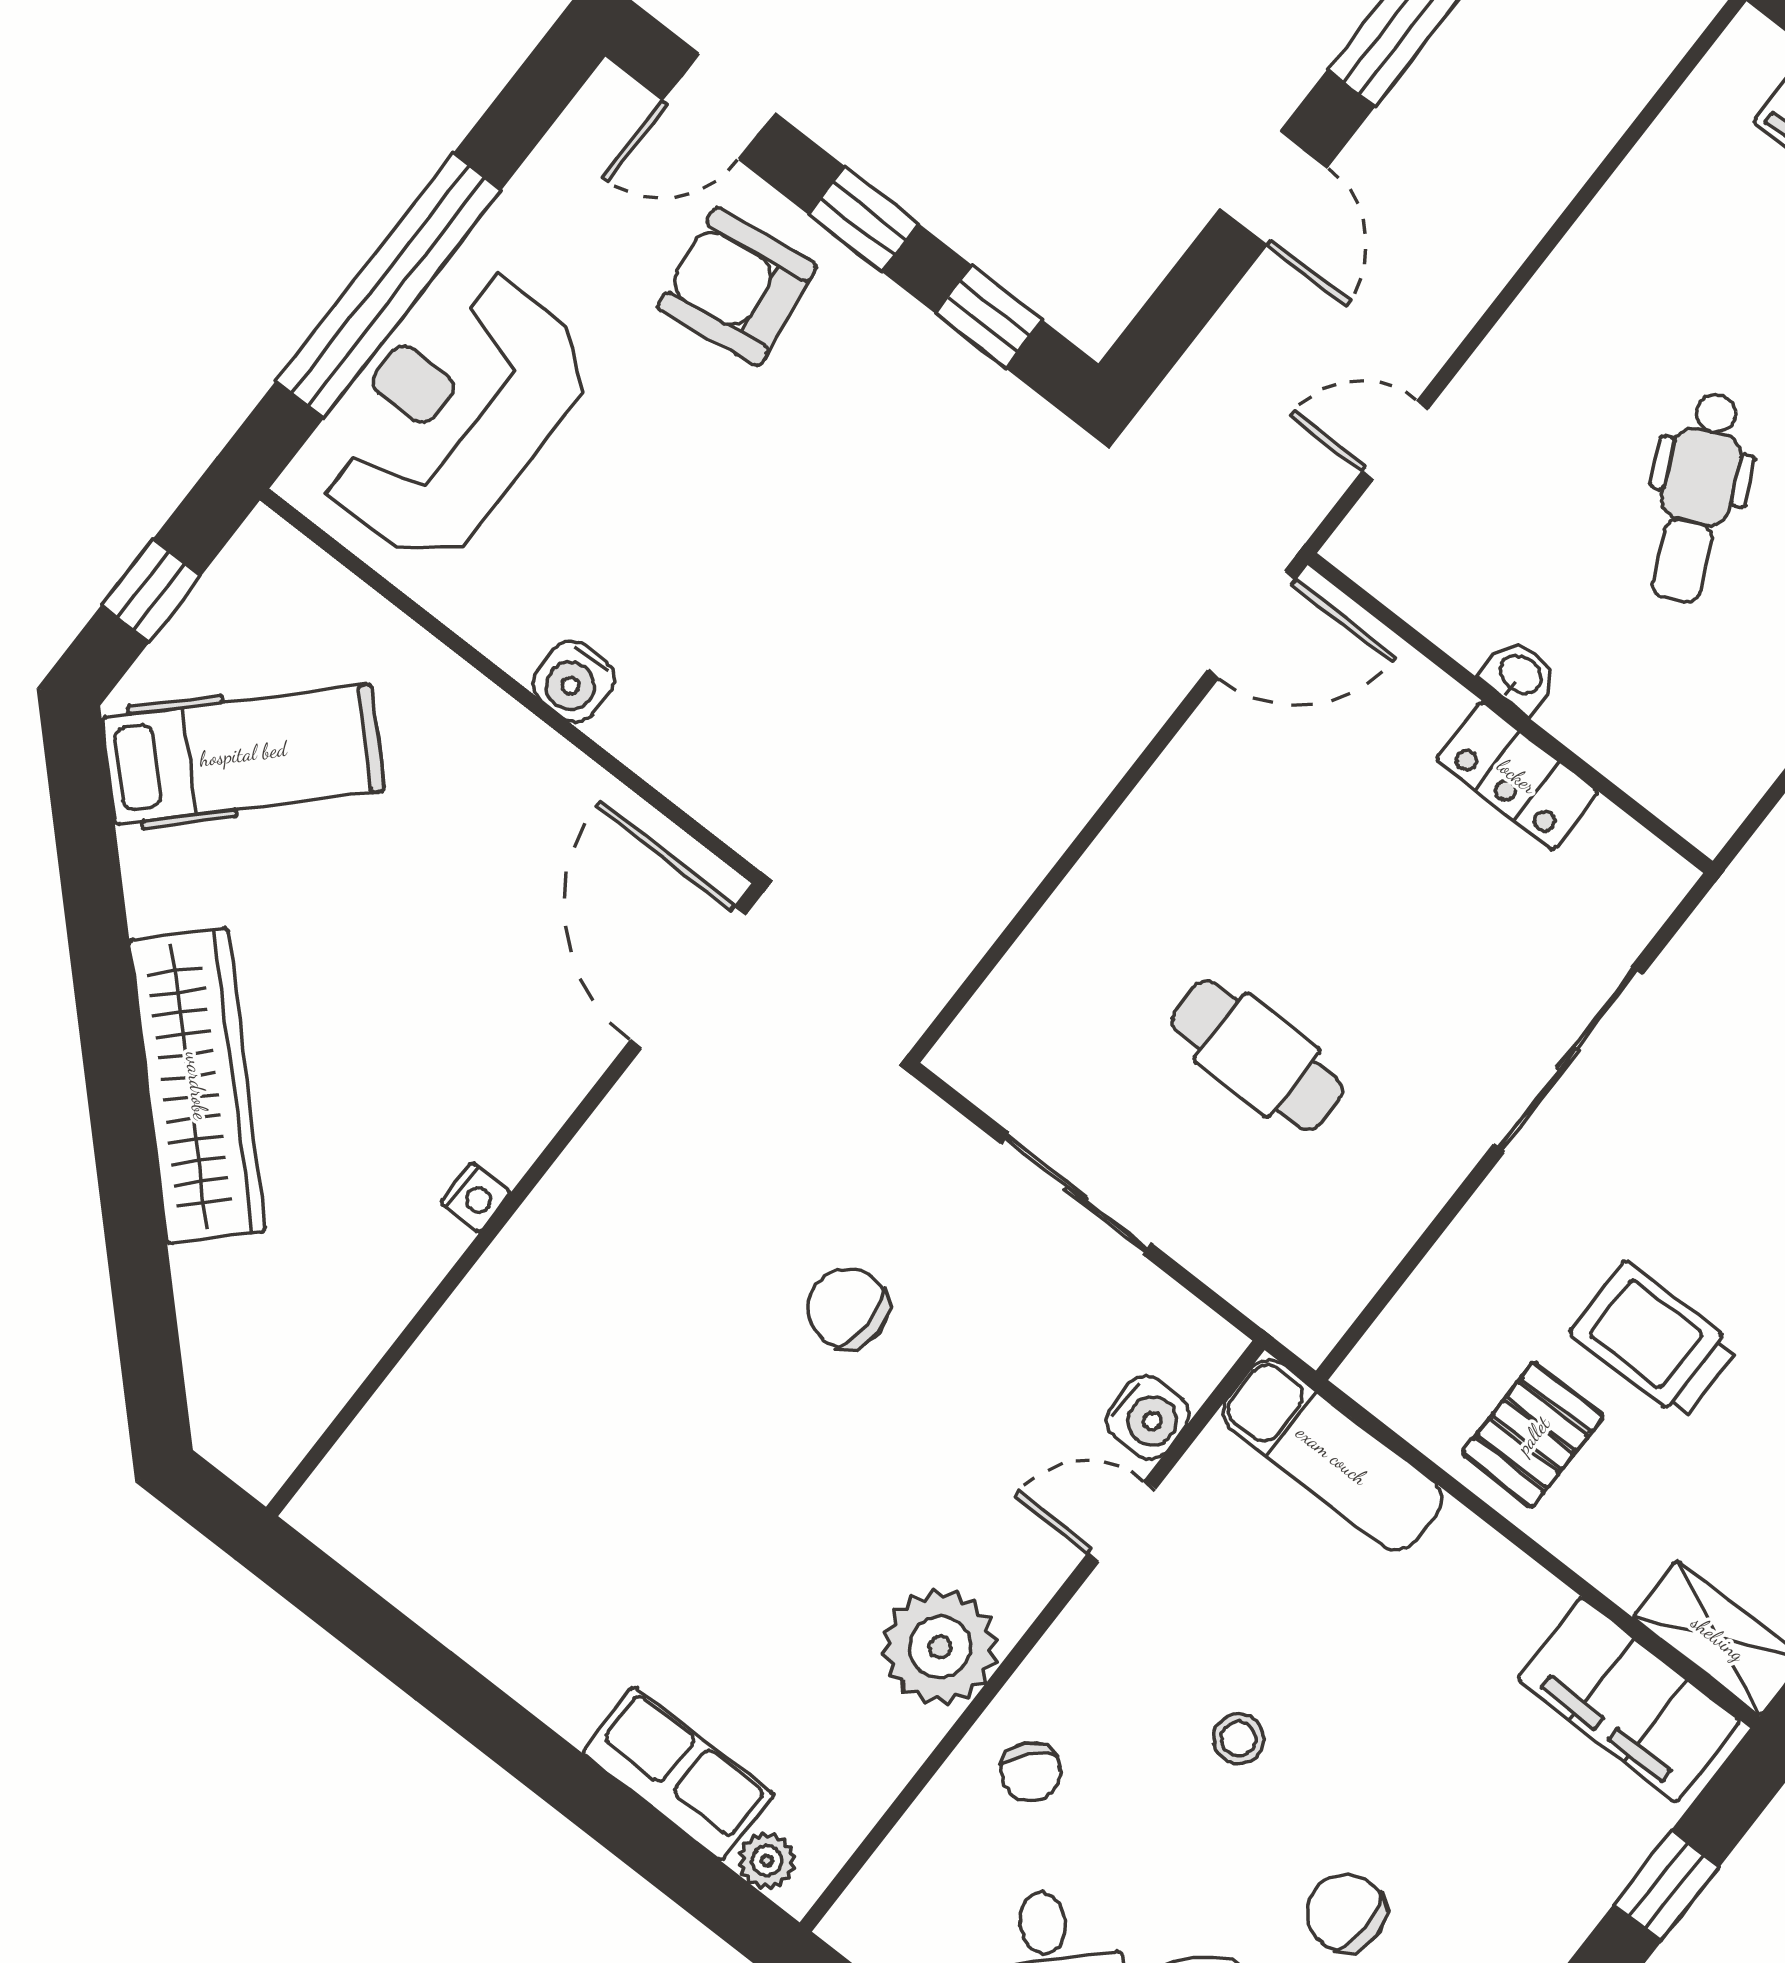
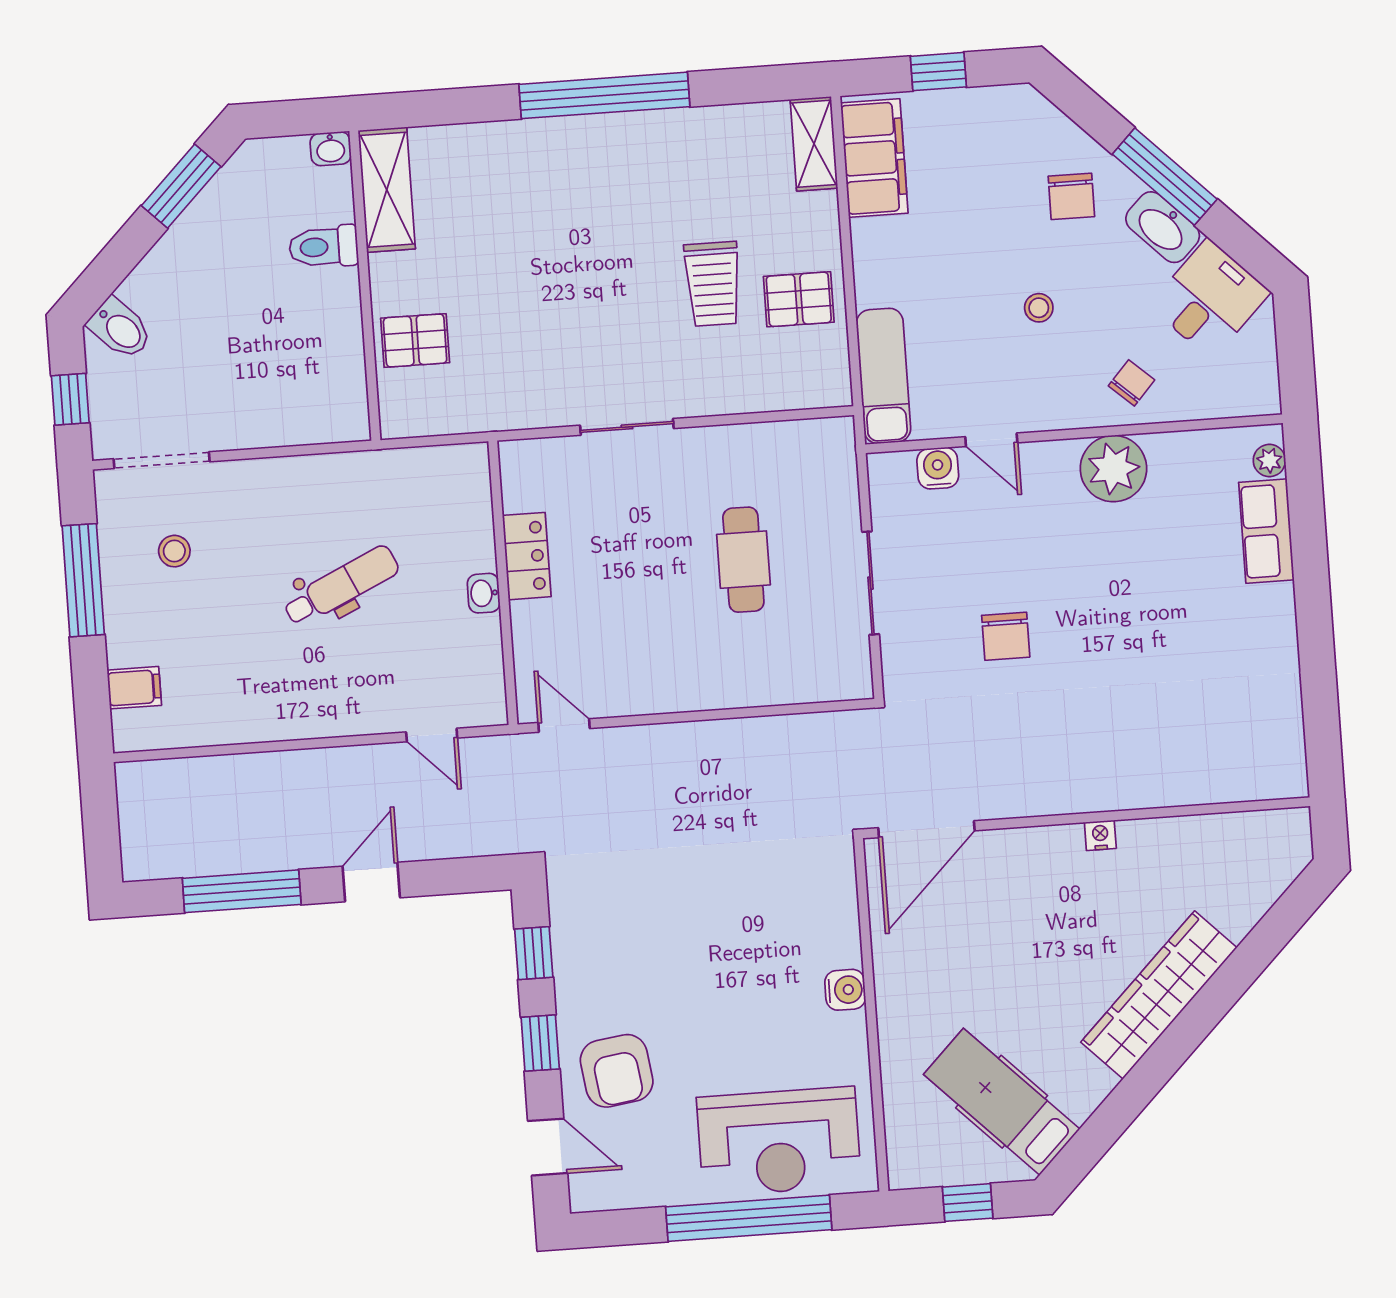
door: (1251, 625) -> (564, 725), width x0.73
sliding door: (1568, 1059) -> (627, 427), width x0.73

